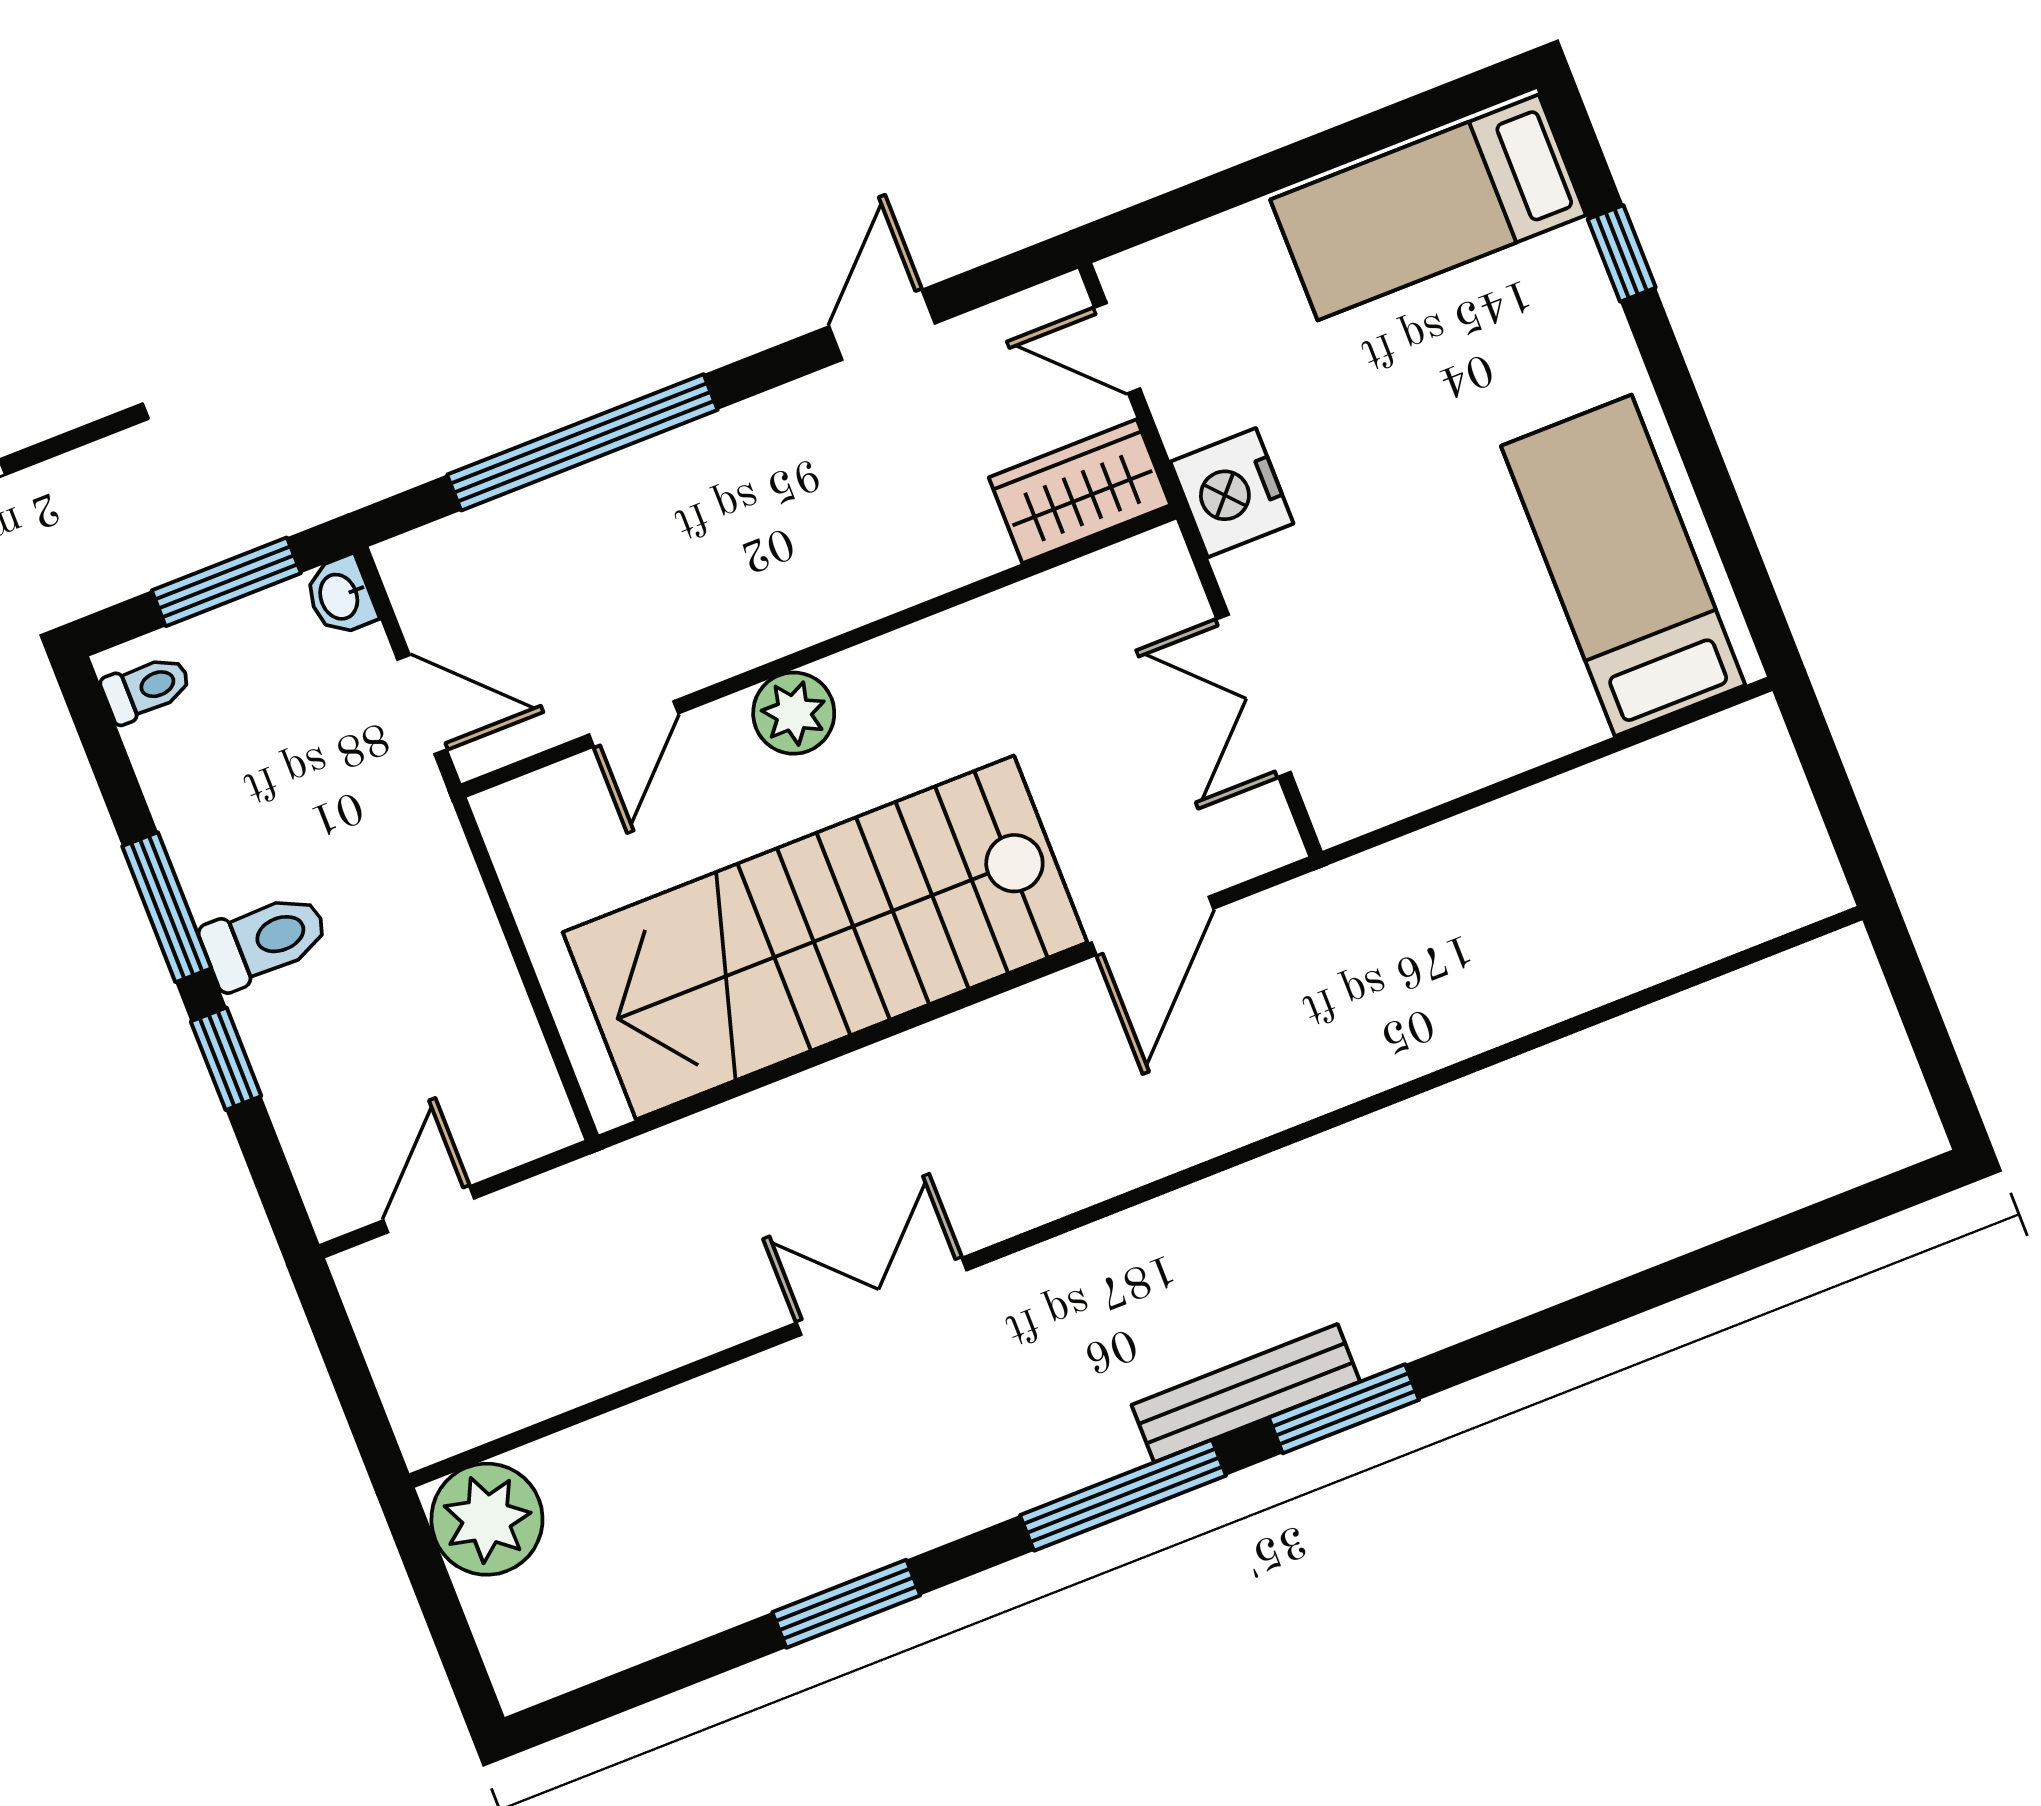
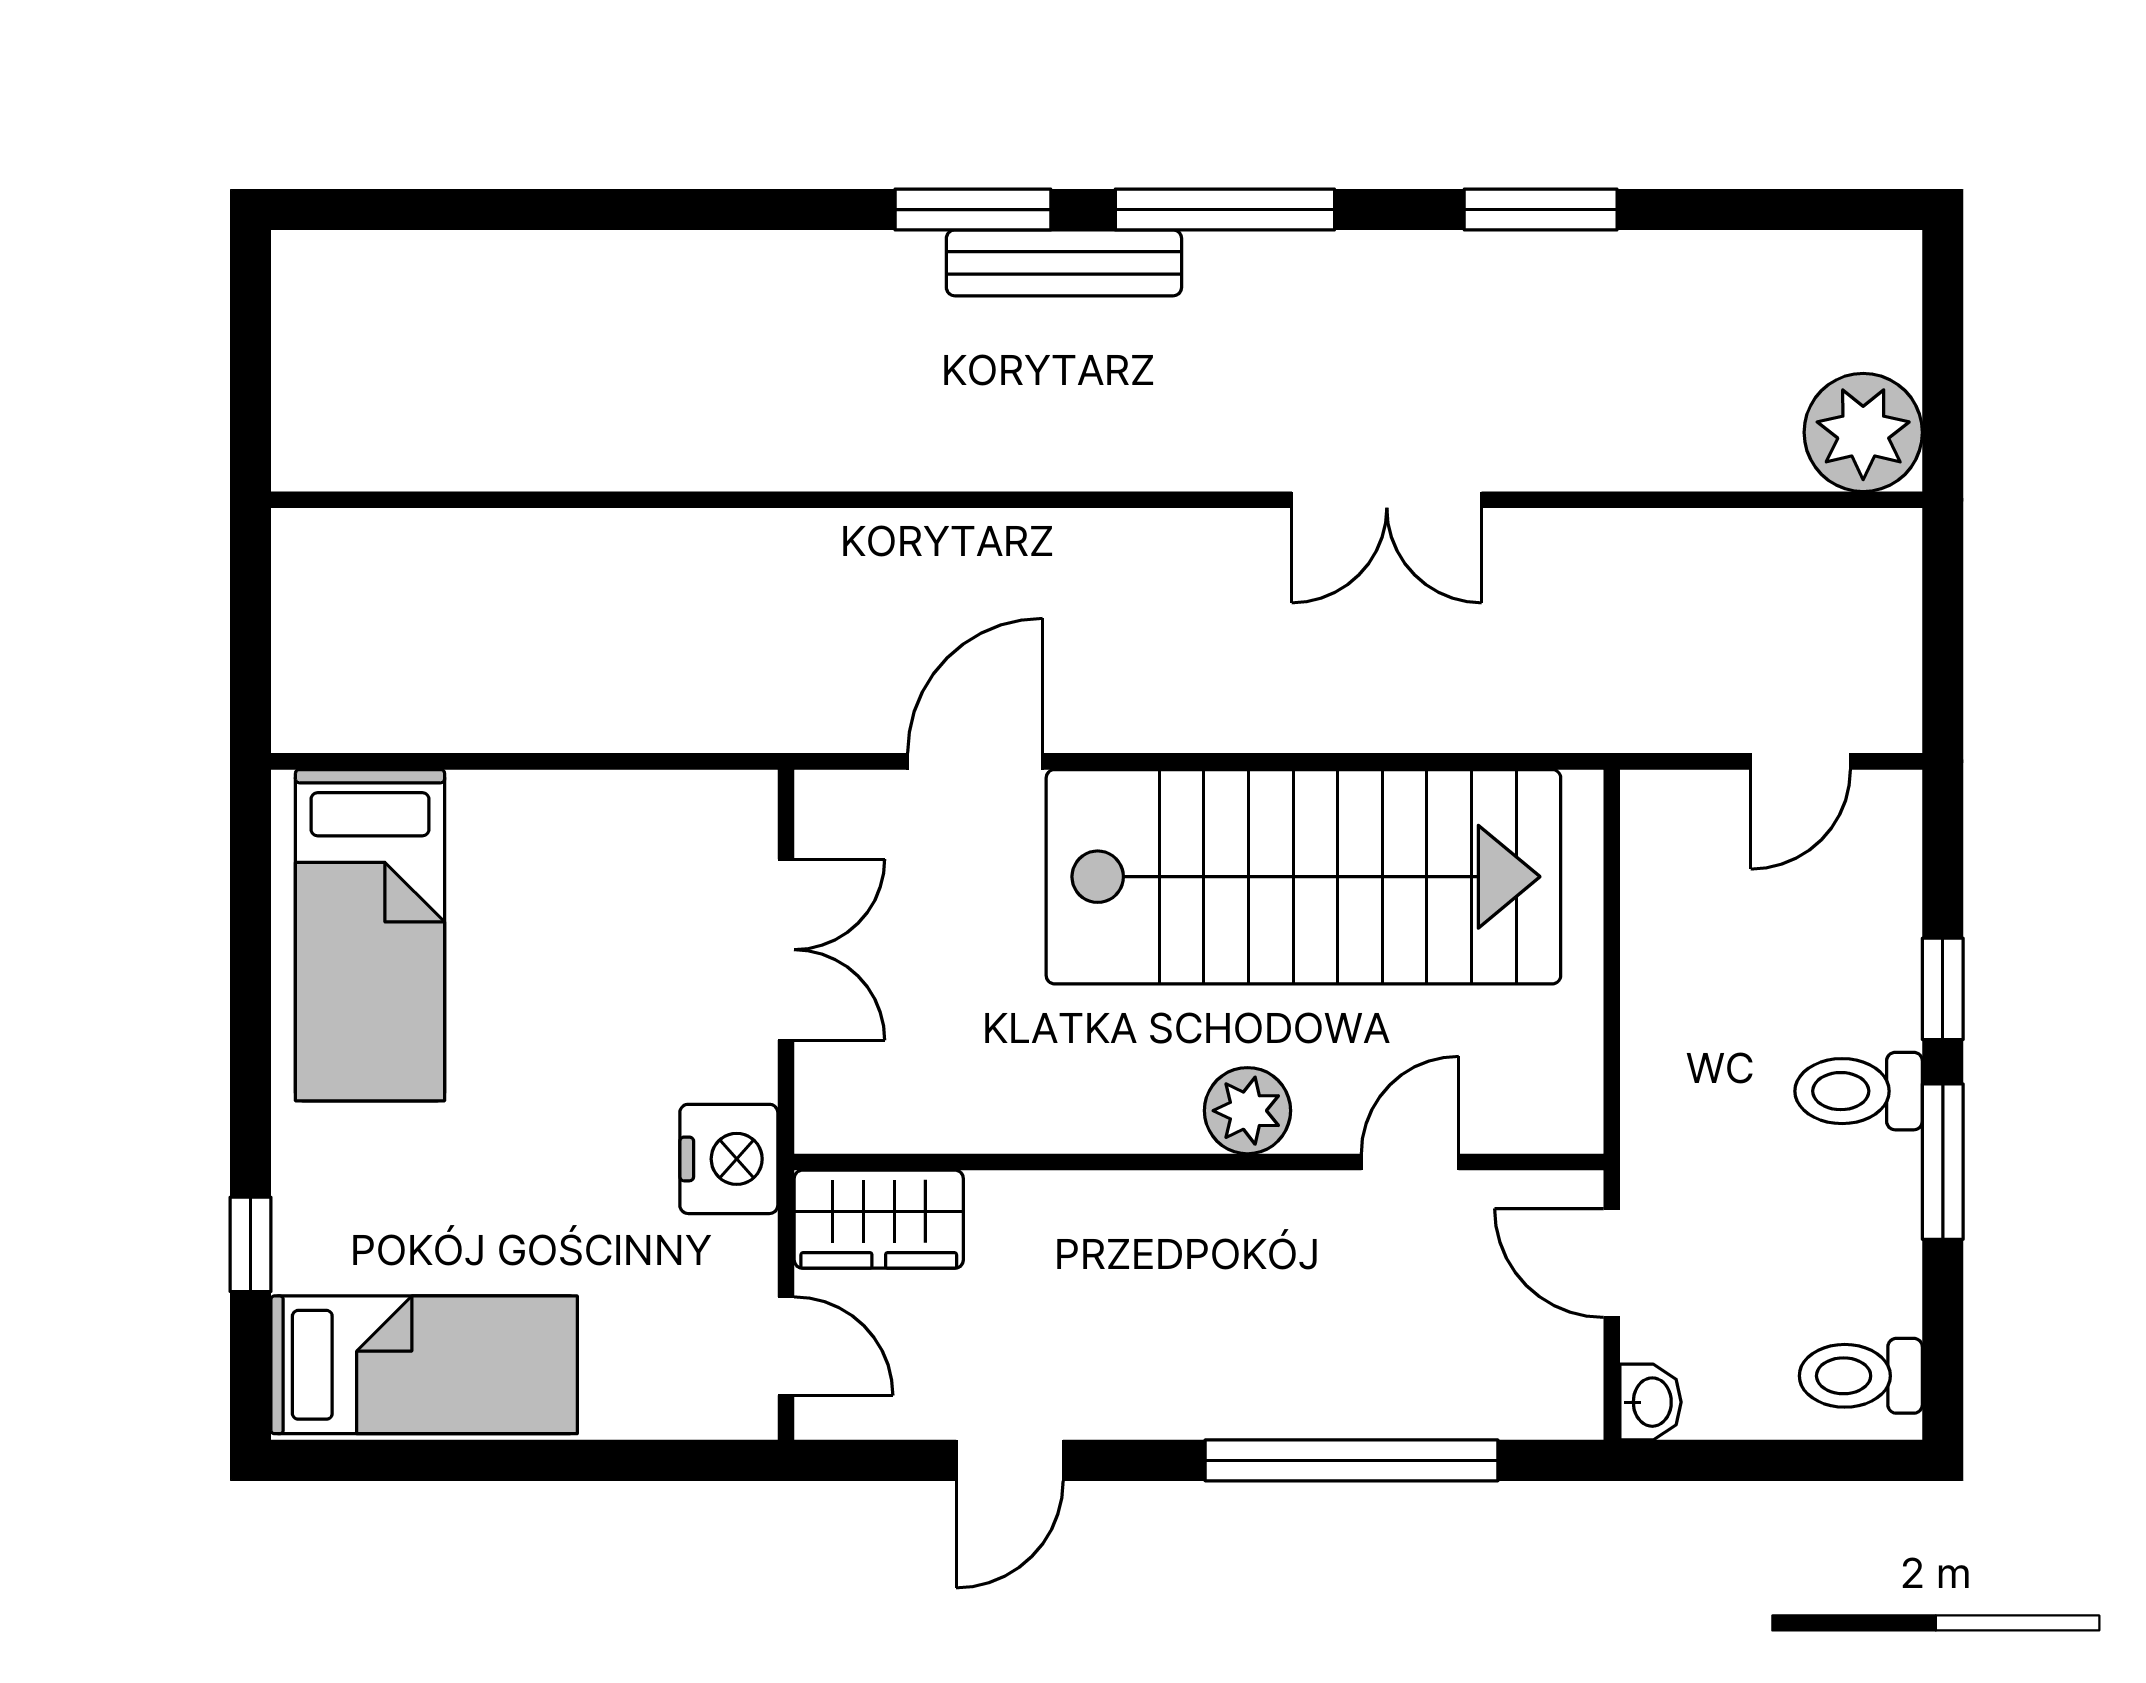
window: (226, 582) -> (1758, 1460), removed
toilet: (146, 688) -> (1861, 1376), width x1.37, depth x1.39

